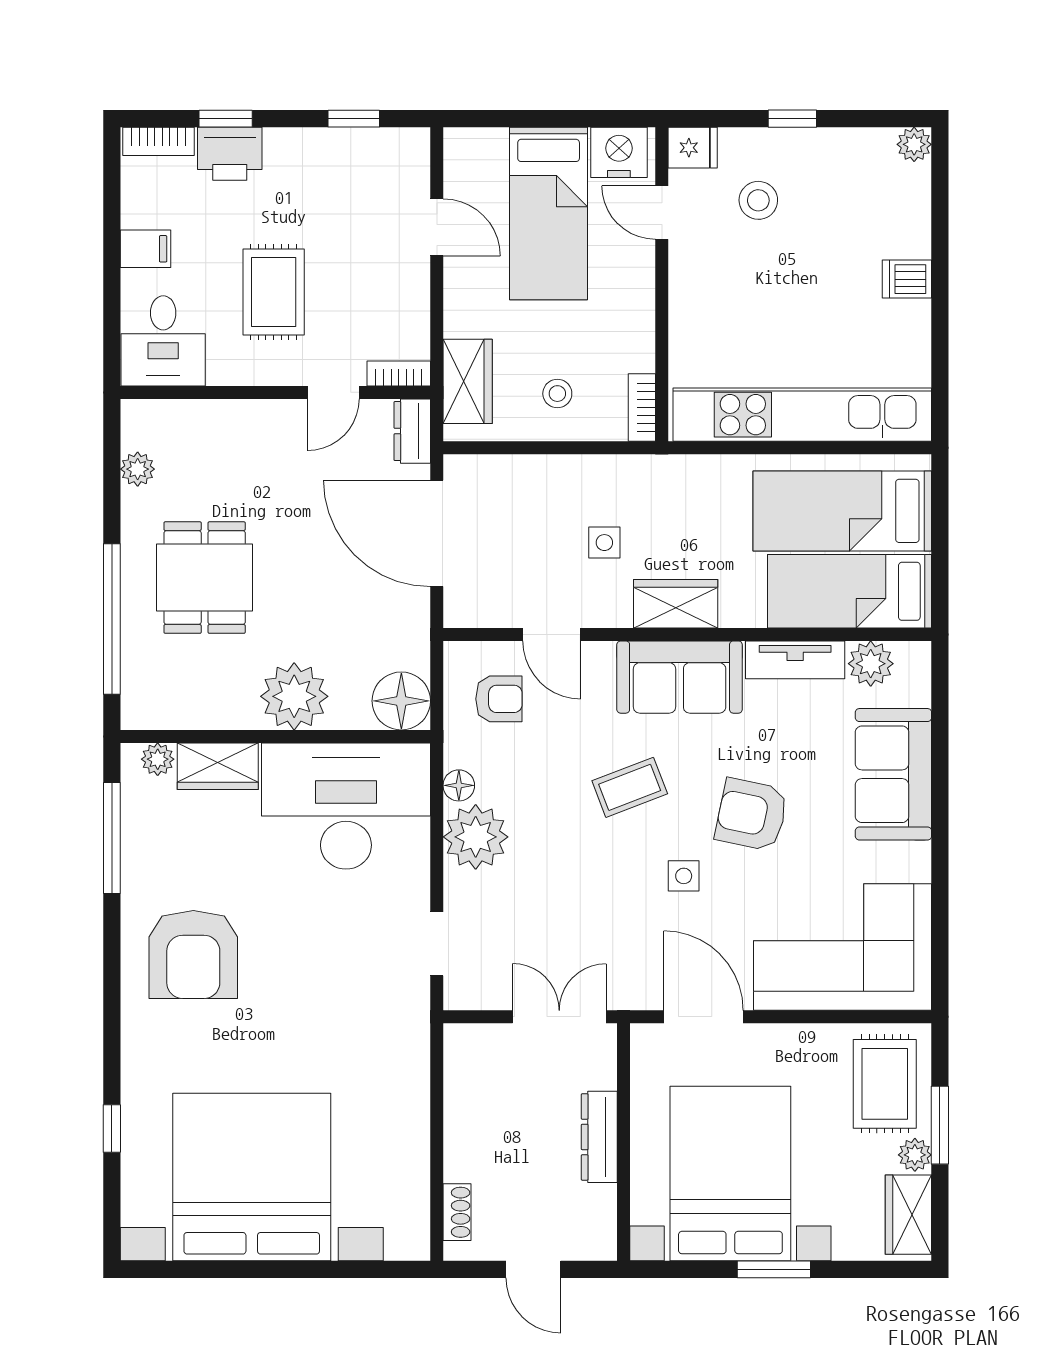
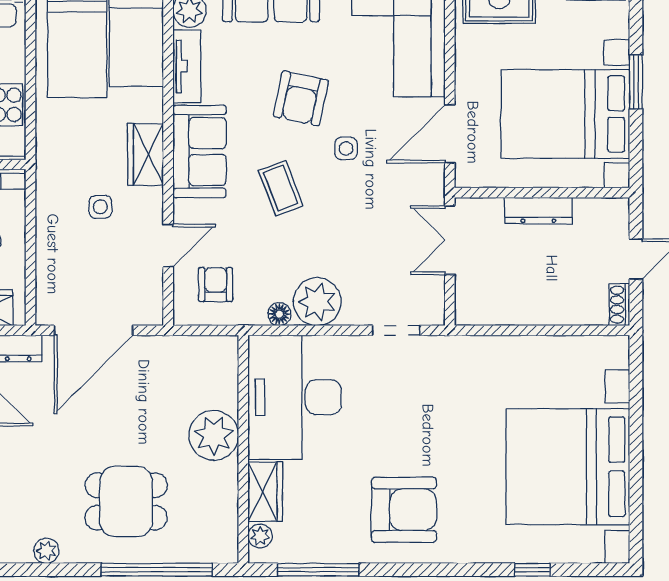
floor lamp: (401, 701) -> (217, 356), removed
shoe rack: (457, 1212) -> (620, 305), moved, turned -90

